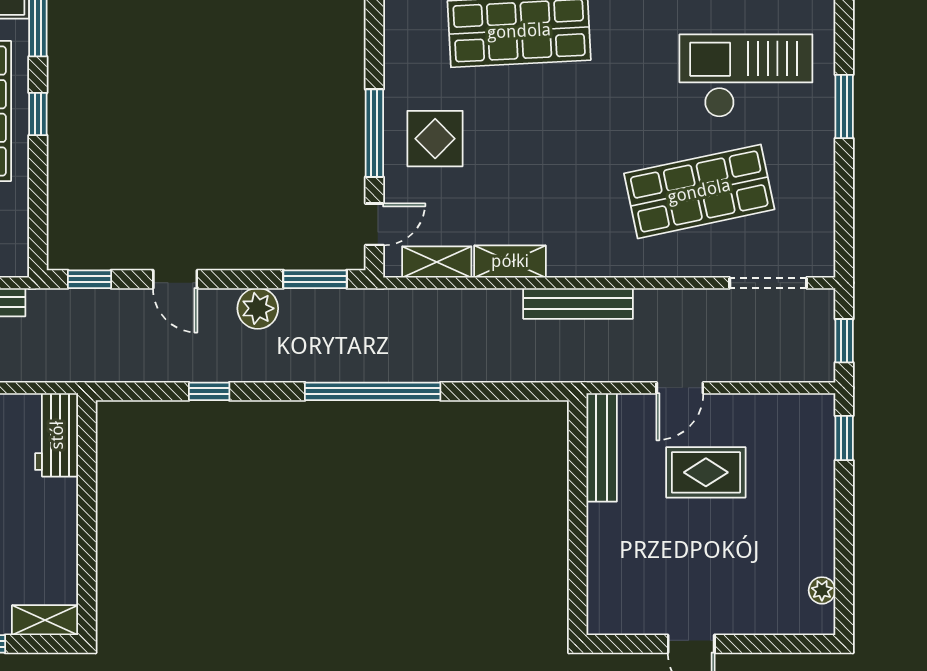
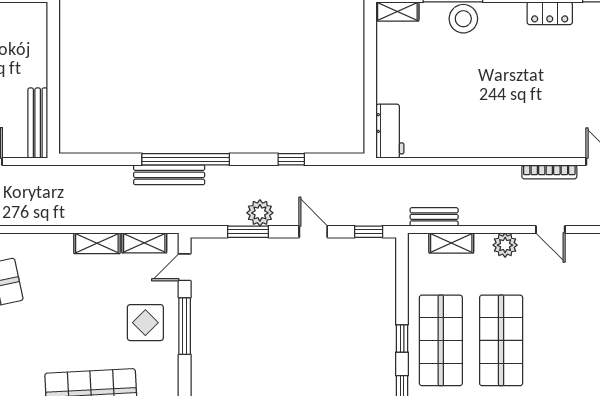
window: (315, 279) -> (248, 232), moved
bench: (578, 303) -> (169, 175), moved

